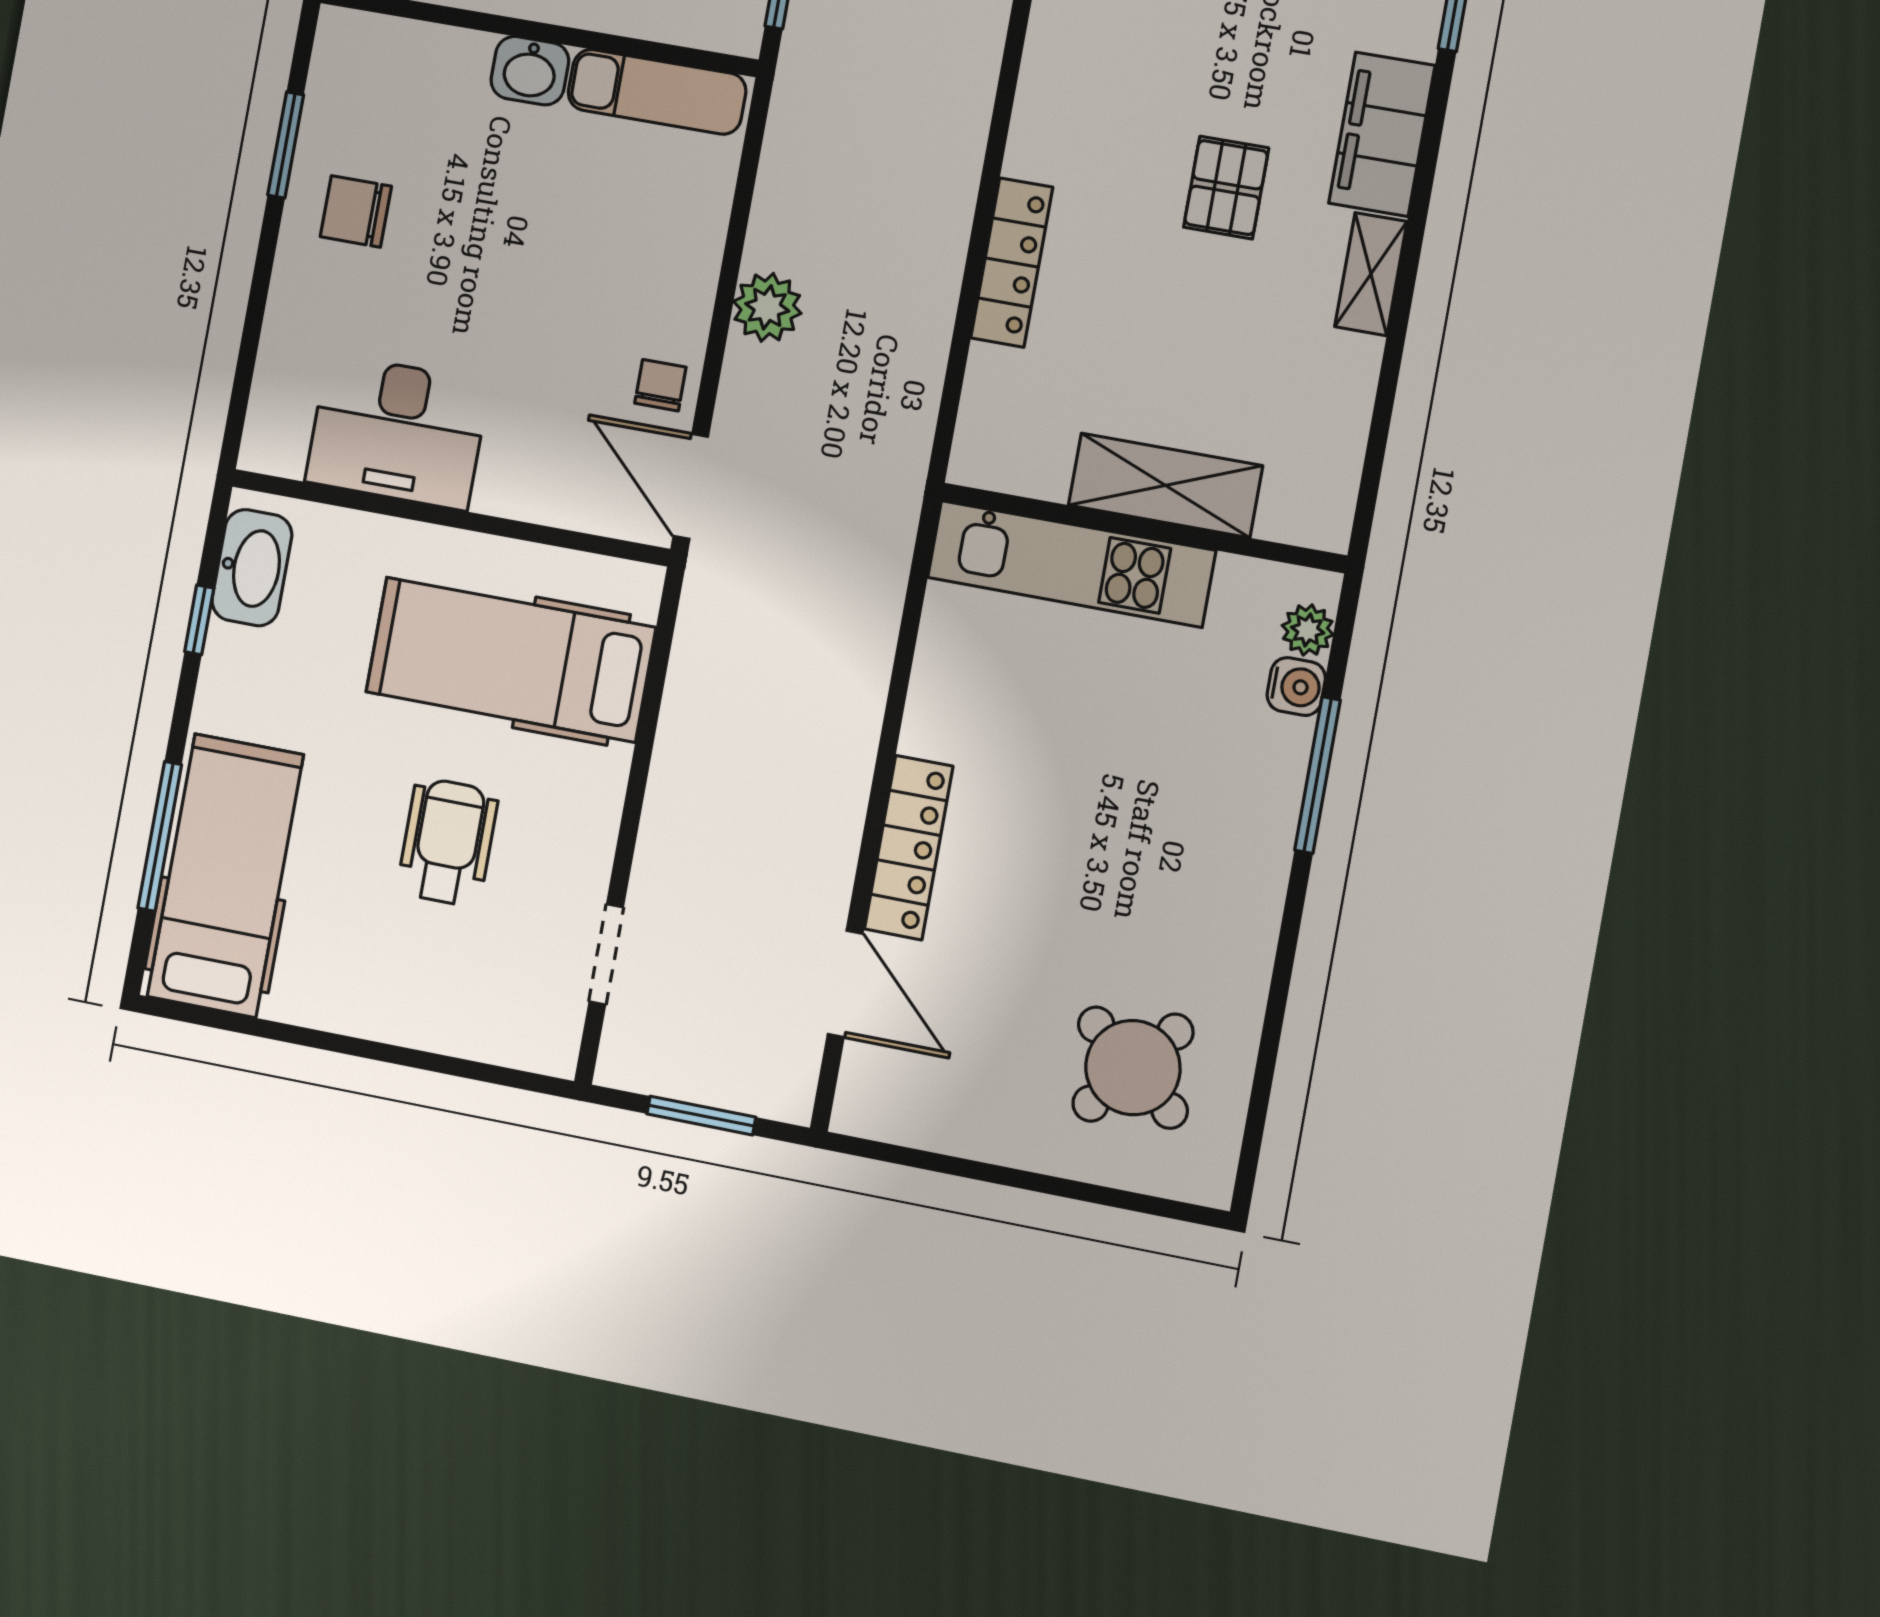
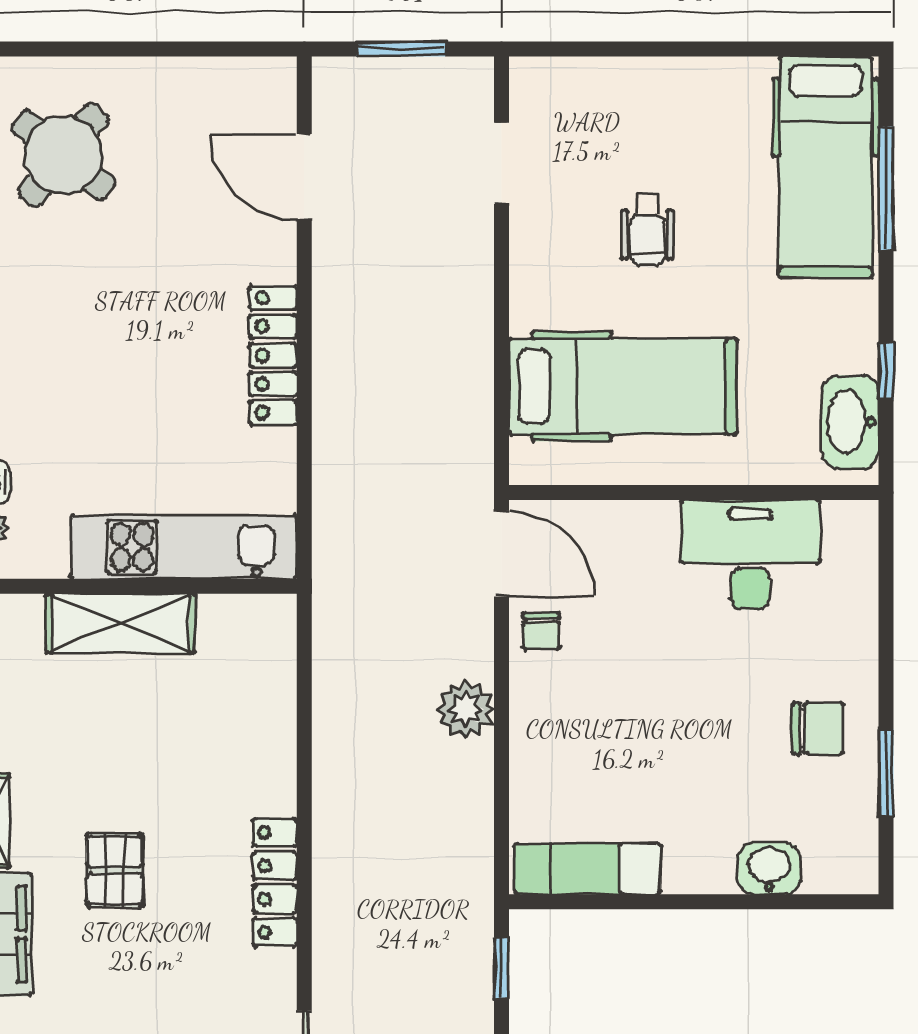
washbasin: (530, 71) -> (769, 868), moved
locker: (1012, 263) -> (275, 883), moved
wheelchair: (448, 842) -> (647, 229), width x0.73, depth x0.73
locker: (909, 848) -> (273, 355), moved

